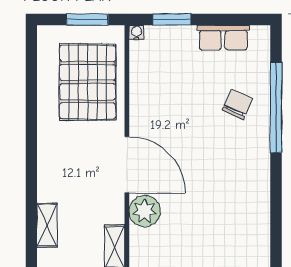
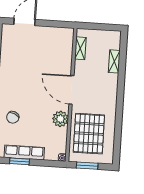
window: (172, 19) -> (20, 161), moved
row of seats: (223, 38) -> (24, 152), width x1.48
plant: (145, 211) -> (60, 119), moved

